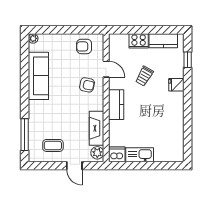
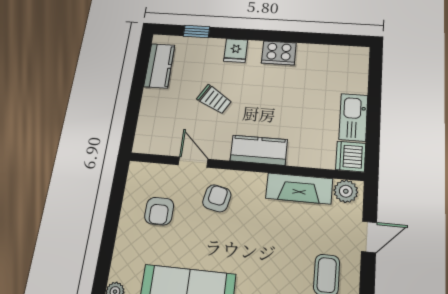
cooker: (139, 41) -> (279, 53), moved, turned 90
armchair: (84, 46) -> (159, 211), moved
door: (106, 69) -> (193, 162), hinge flipped

